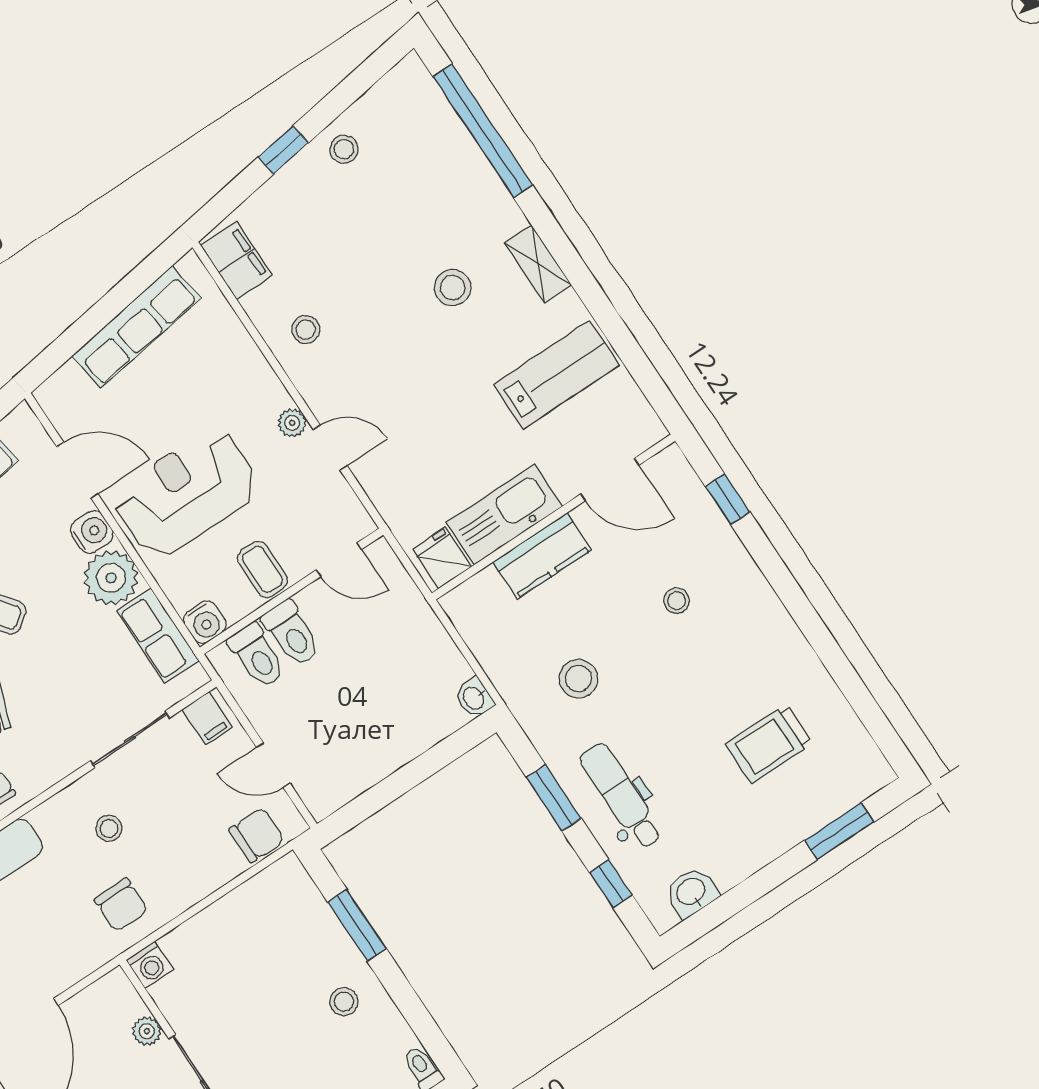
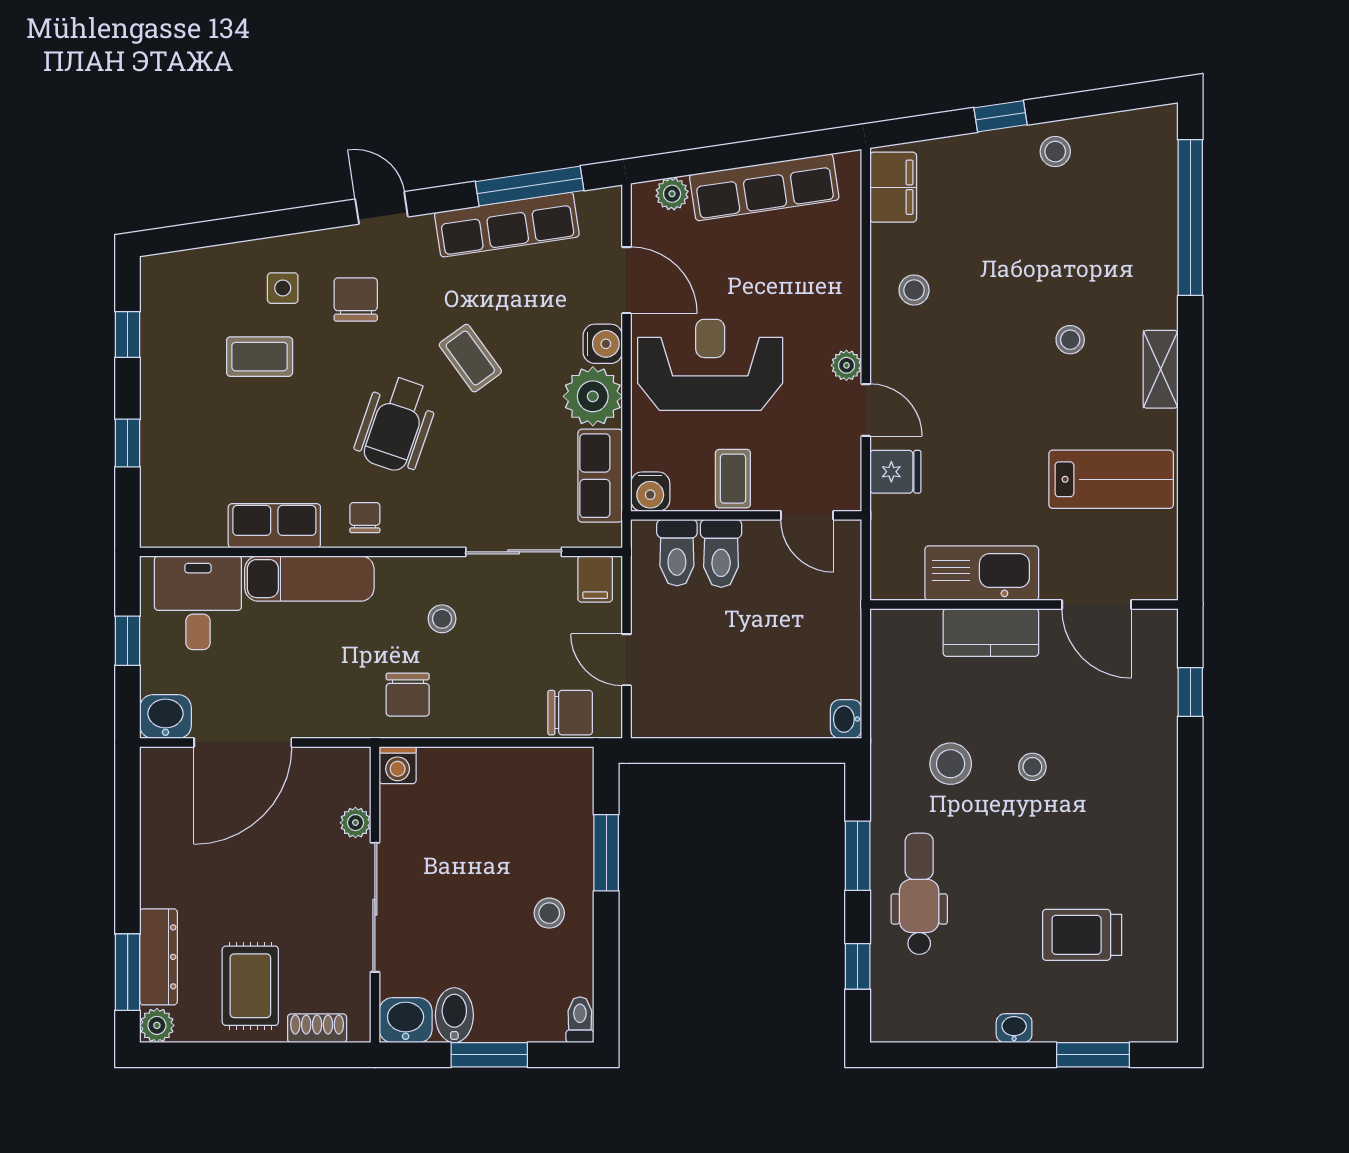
stool: (453, 288) -> (1070, 340), width x0.73, depth x0.73
plant: (68, 380) -> (672, 194), added
fridge: (442, 558) -> (895, 472), moved, turned 90
stool: (677, 601) -> (1032, 767), moved
washbasin: (691, 892) -> (1014, 1028), moved, width x0.72, depth x0.69

